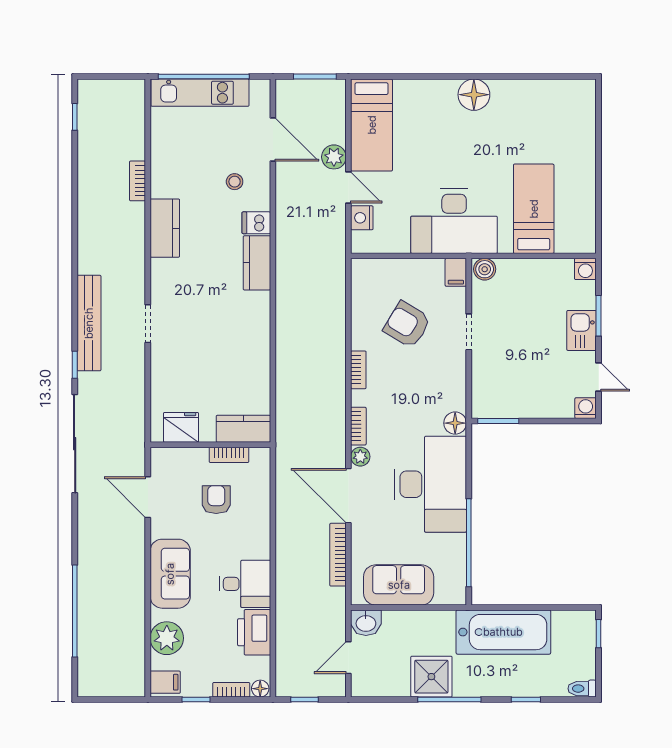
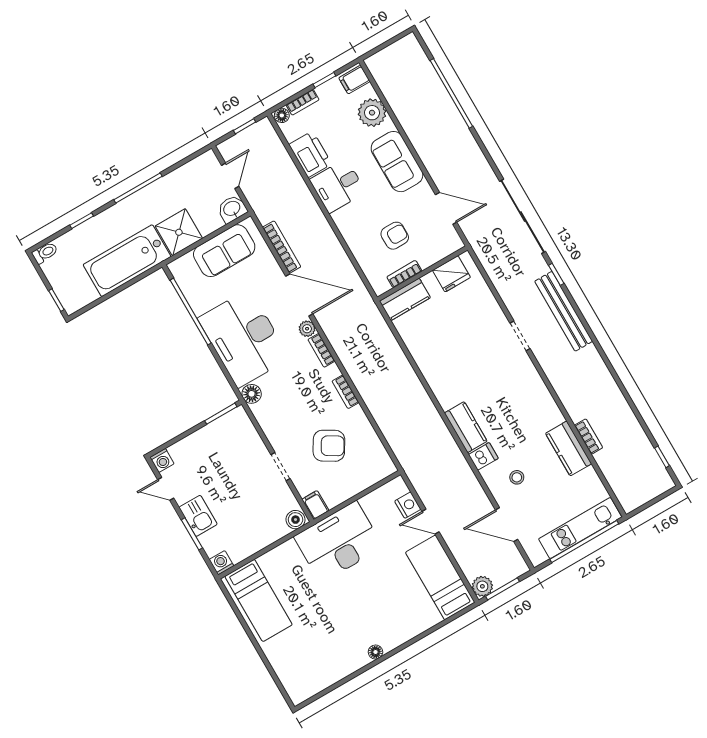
floor lamp: (474, 95) -> (375, 652), width x0.53, depth x0.53
plant: (334, 157) -> (482, 586), moved
bed: (534, 209) -> (259, 600), moved
kitchen counter: (165, 228) -> (569, 448), moved
armchair: (216, 500) -> (395, 236), turned -90
shower: (431, 677) -> (179, 232), moved

